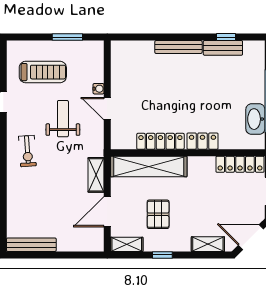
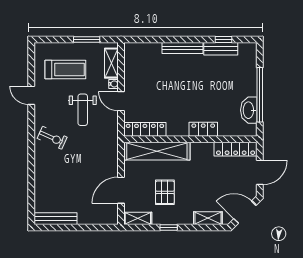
weight bench: (63, 119) -> (83, 110), turned 180
locker: (160, 141) -> (145, 129), moved
exercise bike: (27, 151) -> (52, 138), turned -62
shelving: (96, 175) -> (111, 63), moved

